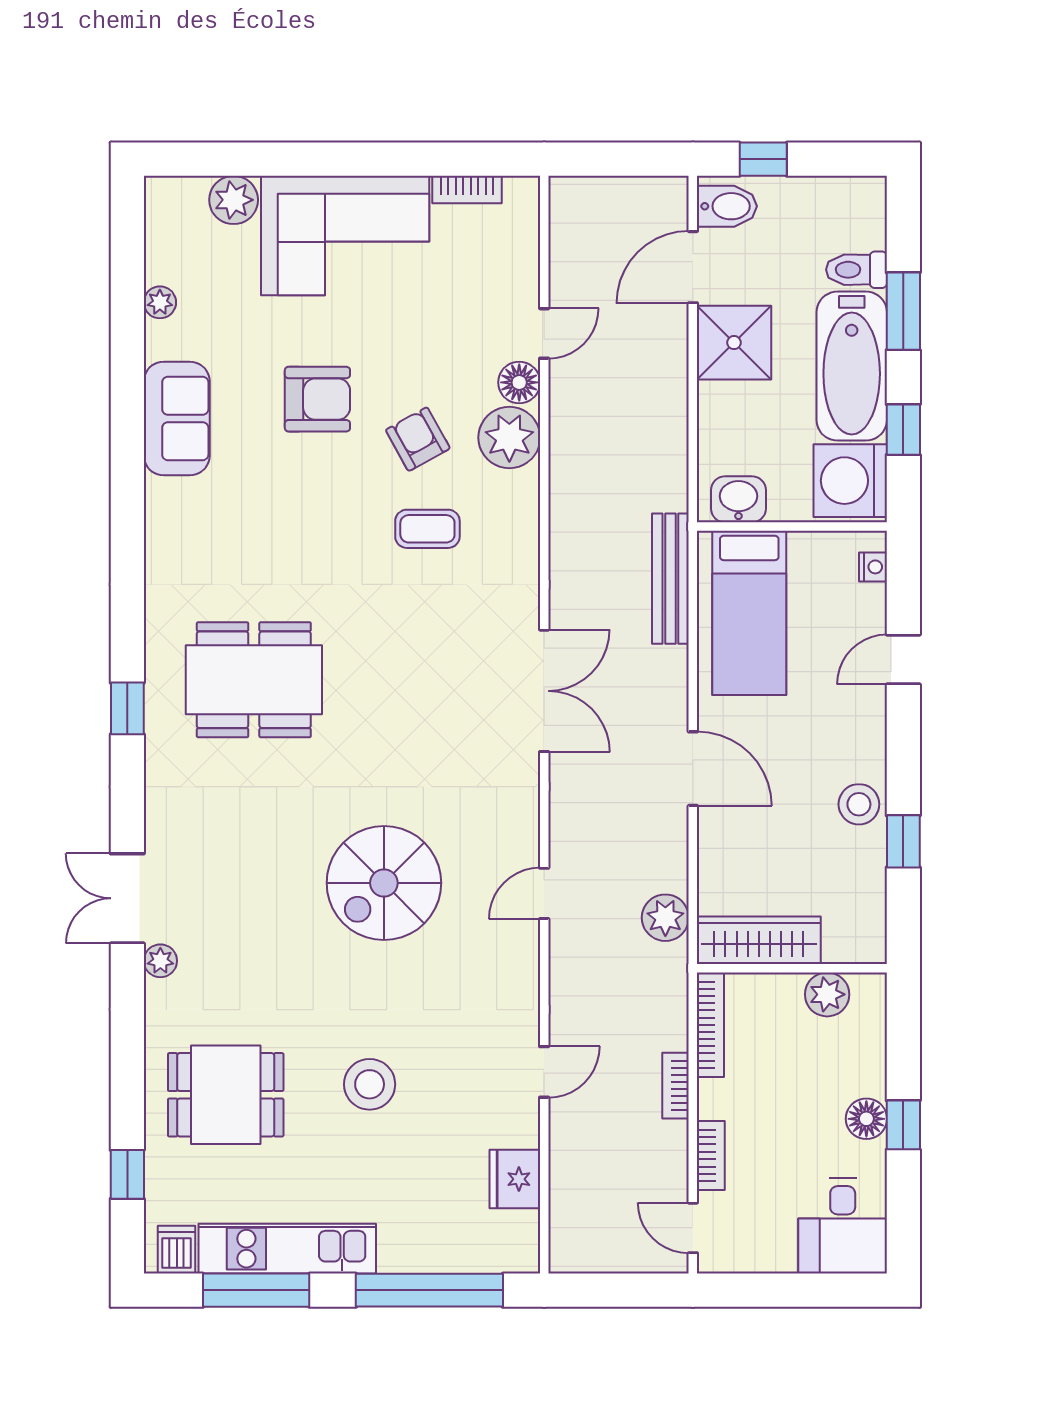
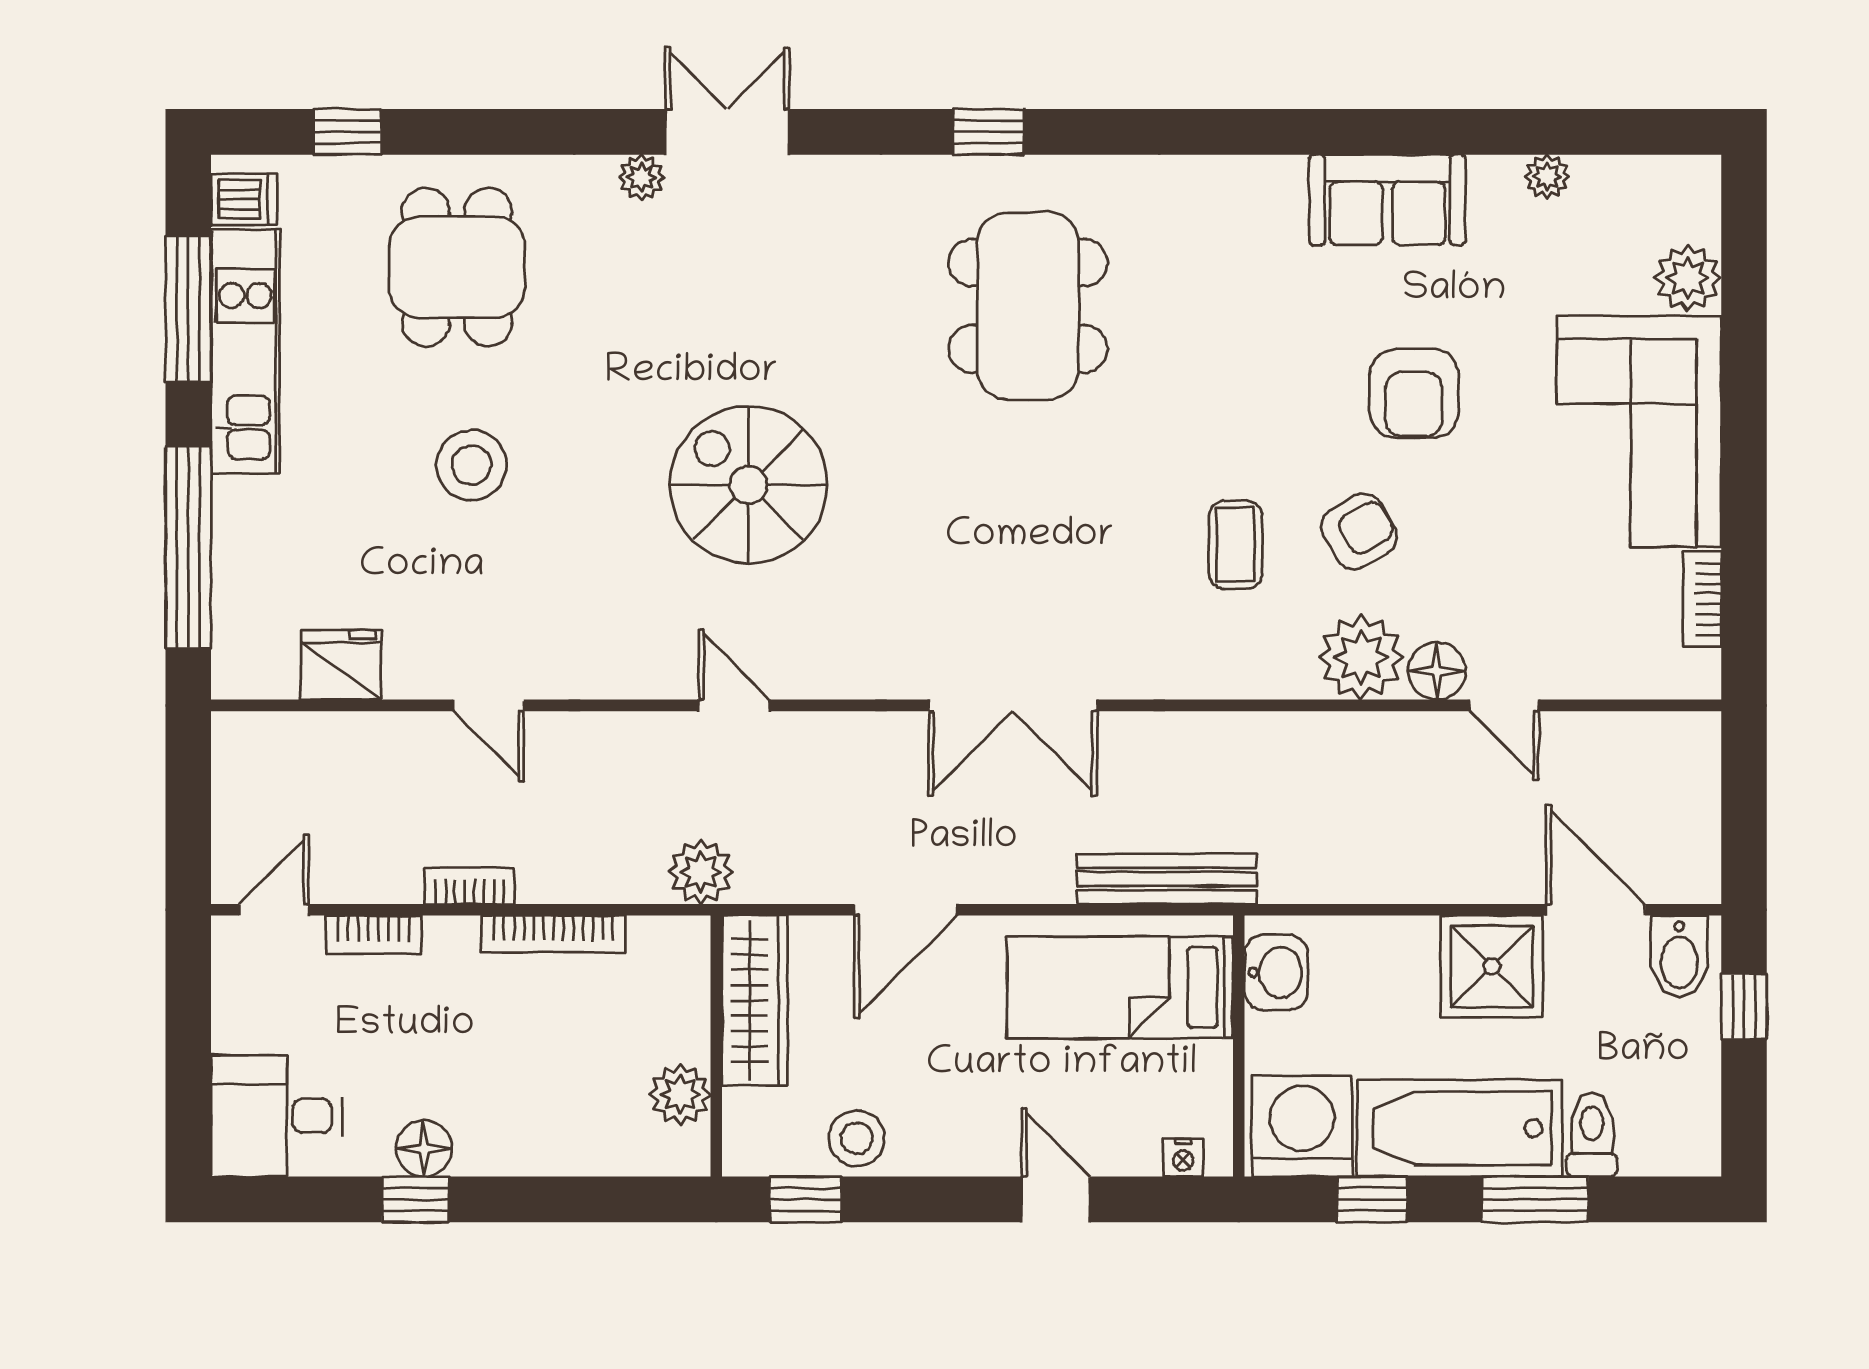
wardrobe: (759, 940) -> (755, 1001), moved
wall: (792, 968) -> (716, 1046), moved
plant: (827, 994) -> (680, 1095), moved

